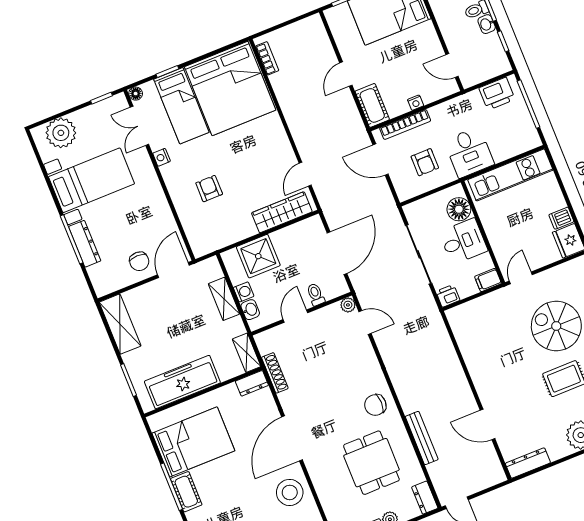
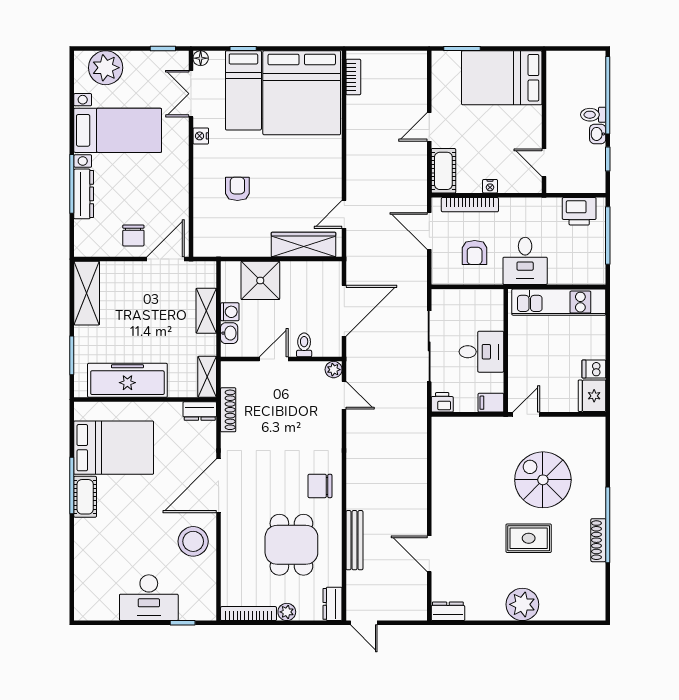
floor lamp: (459, 209) -> (490, 316), removed
dresser: (528, 463) -> (448, 611), width x0.70

